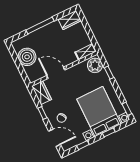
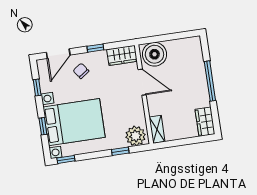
boiler: (27, 57) -> (154, 54), moved
door: (56, 73) -> (142, 82), hinge flipped

